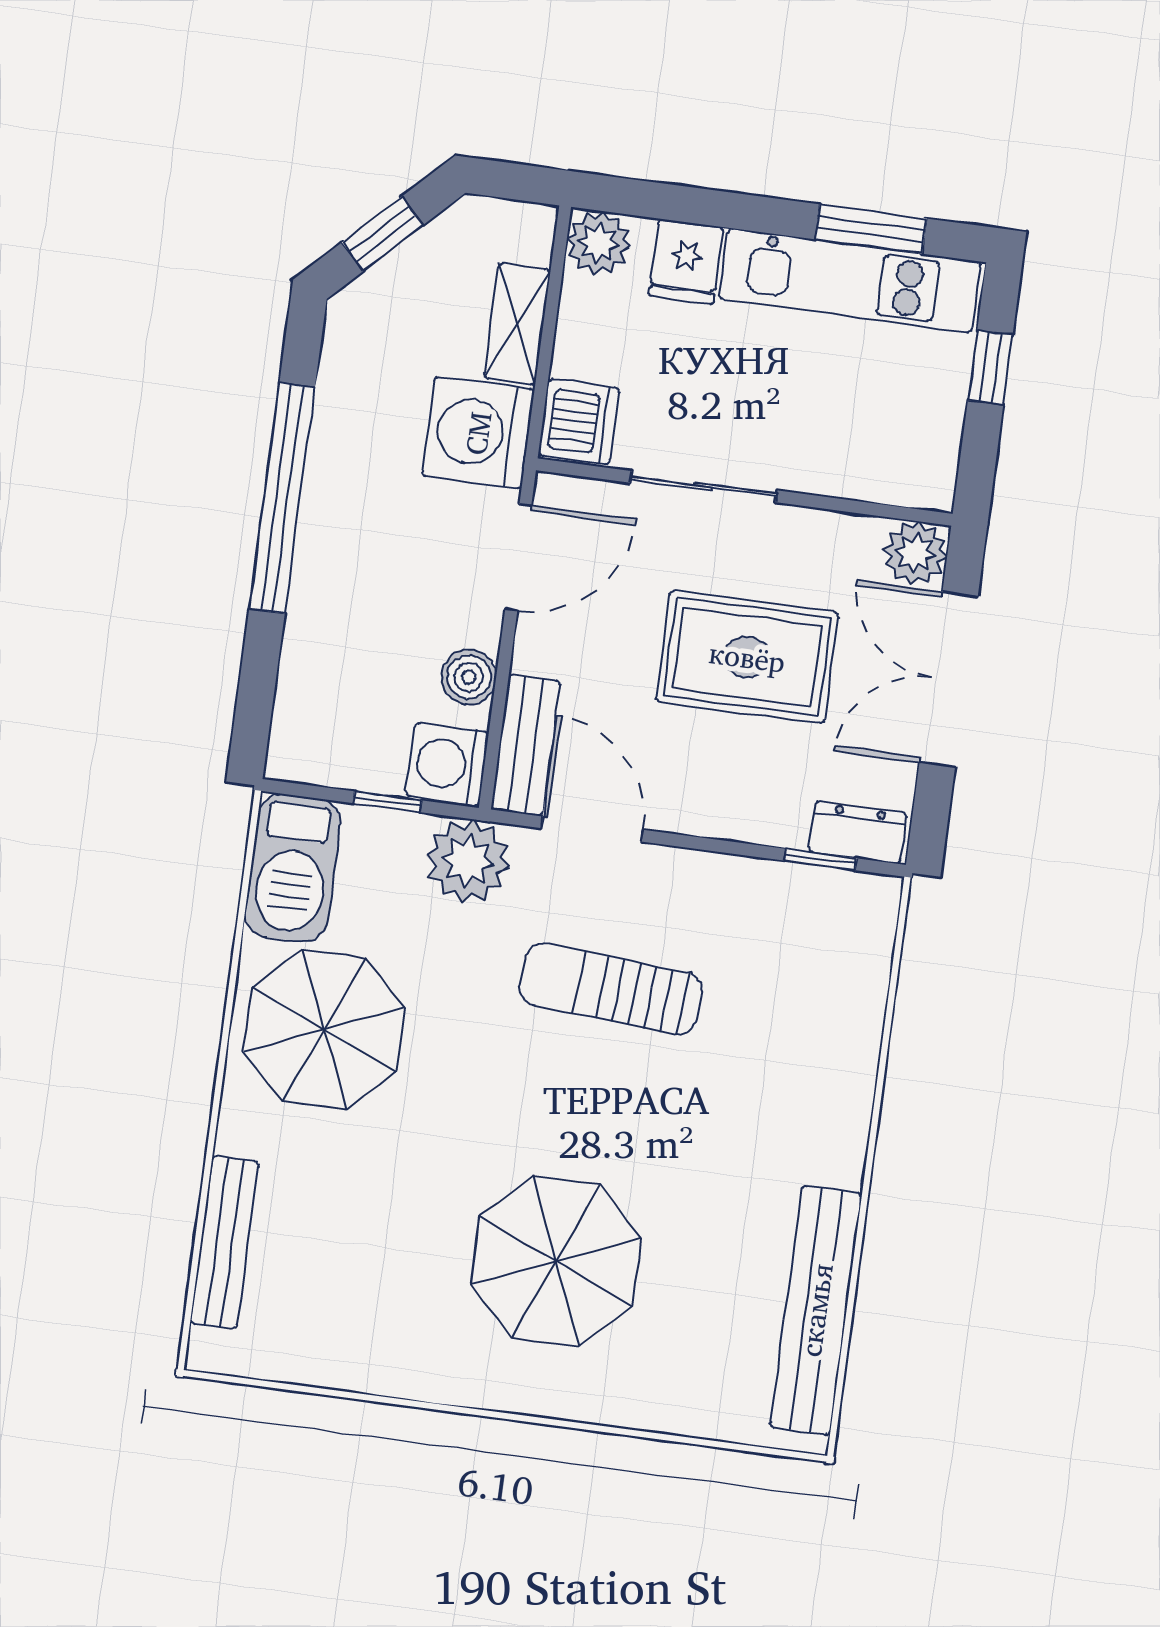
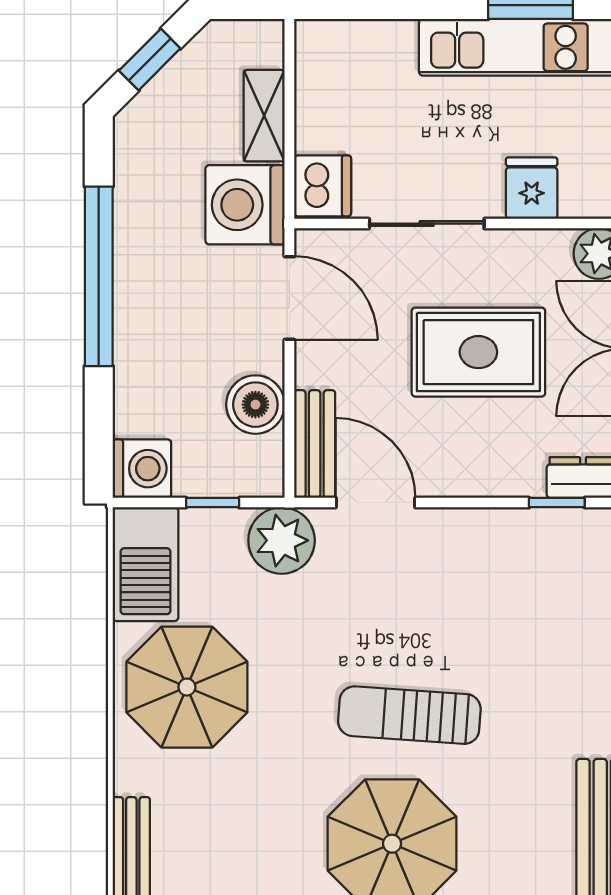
plant: (599, 243) -> (319, 44), removed
fridge: (686, 262) -> (532, 188), moved, turned 180
door: (518, 557) -> (289, 298), hinge flipped
boiler: (469, 677) -> (255, 405), width x1.36, depth x1.36
washing machine: (447, 764) -> (142, 469), moved, turned 180
sun lounger: (611, 989) -> (409, 715), moved

